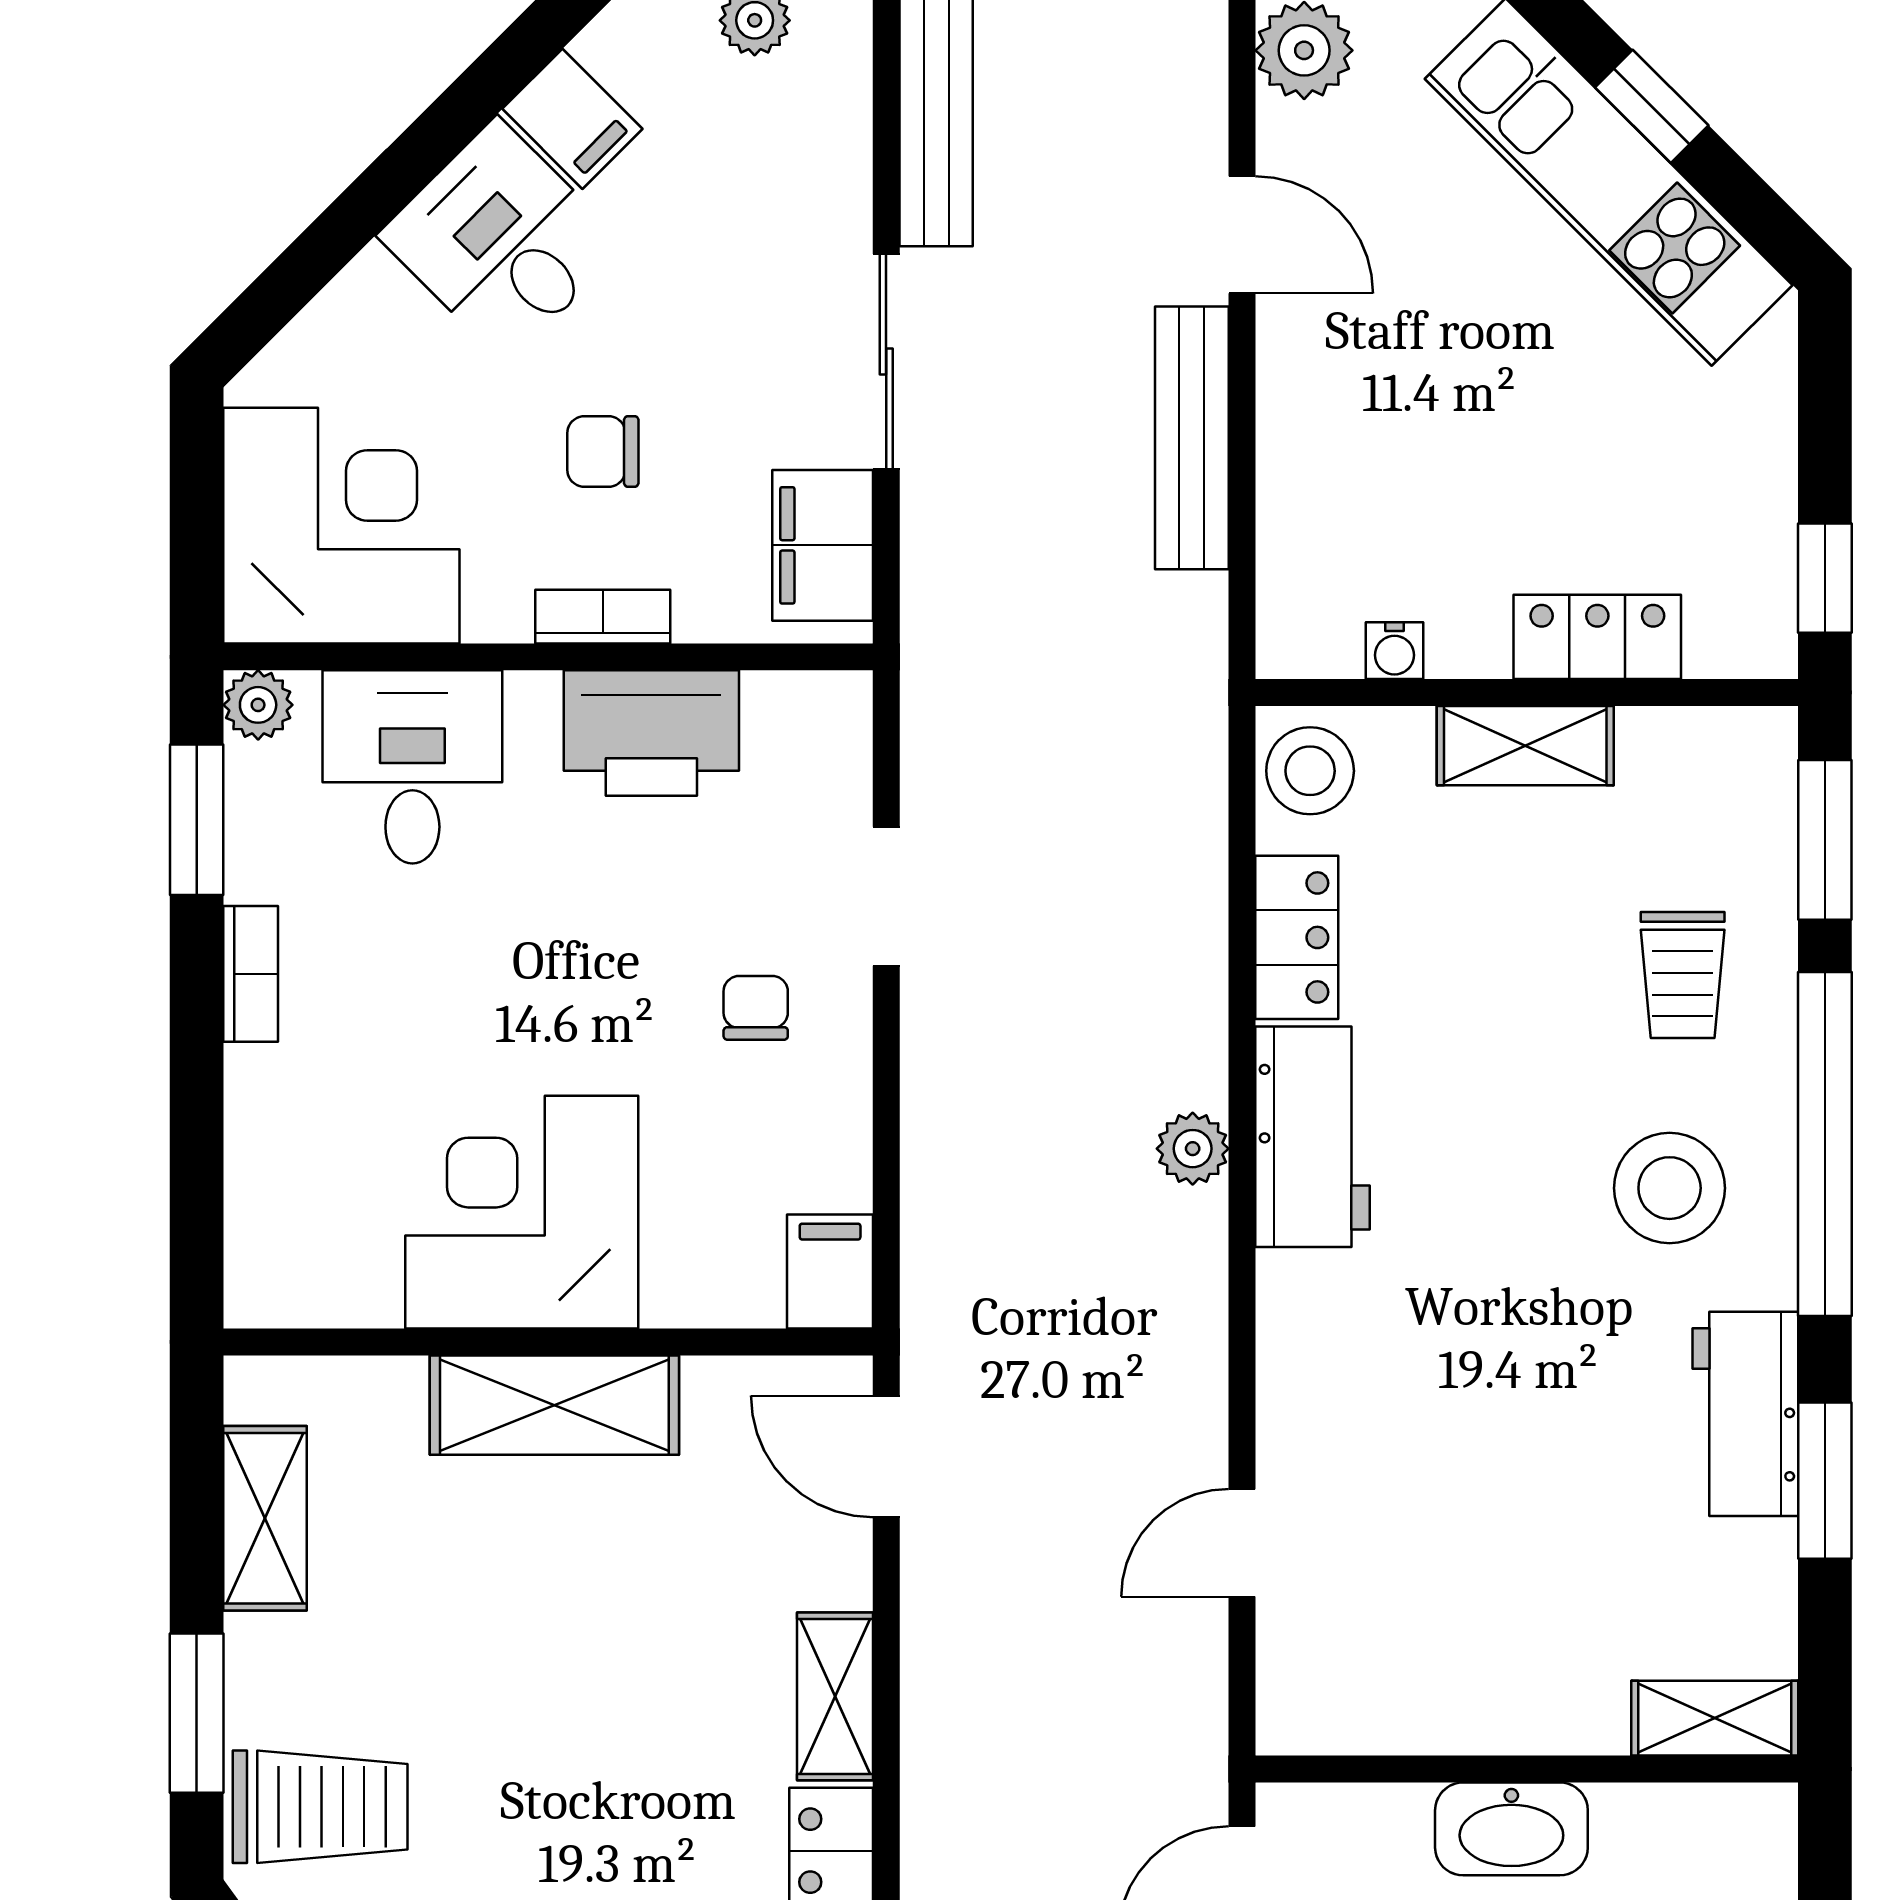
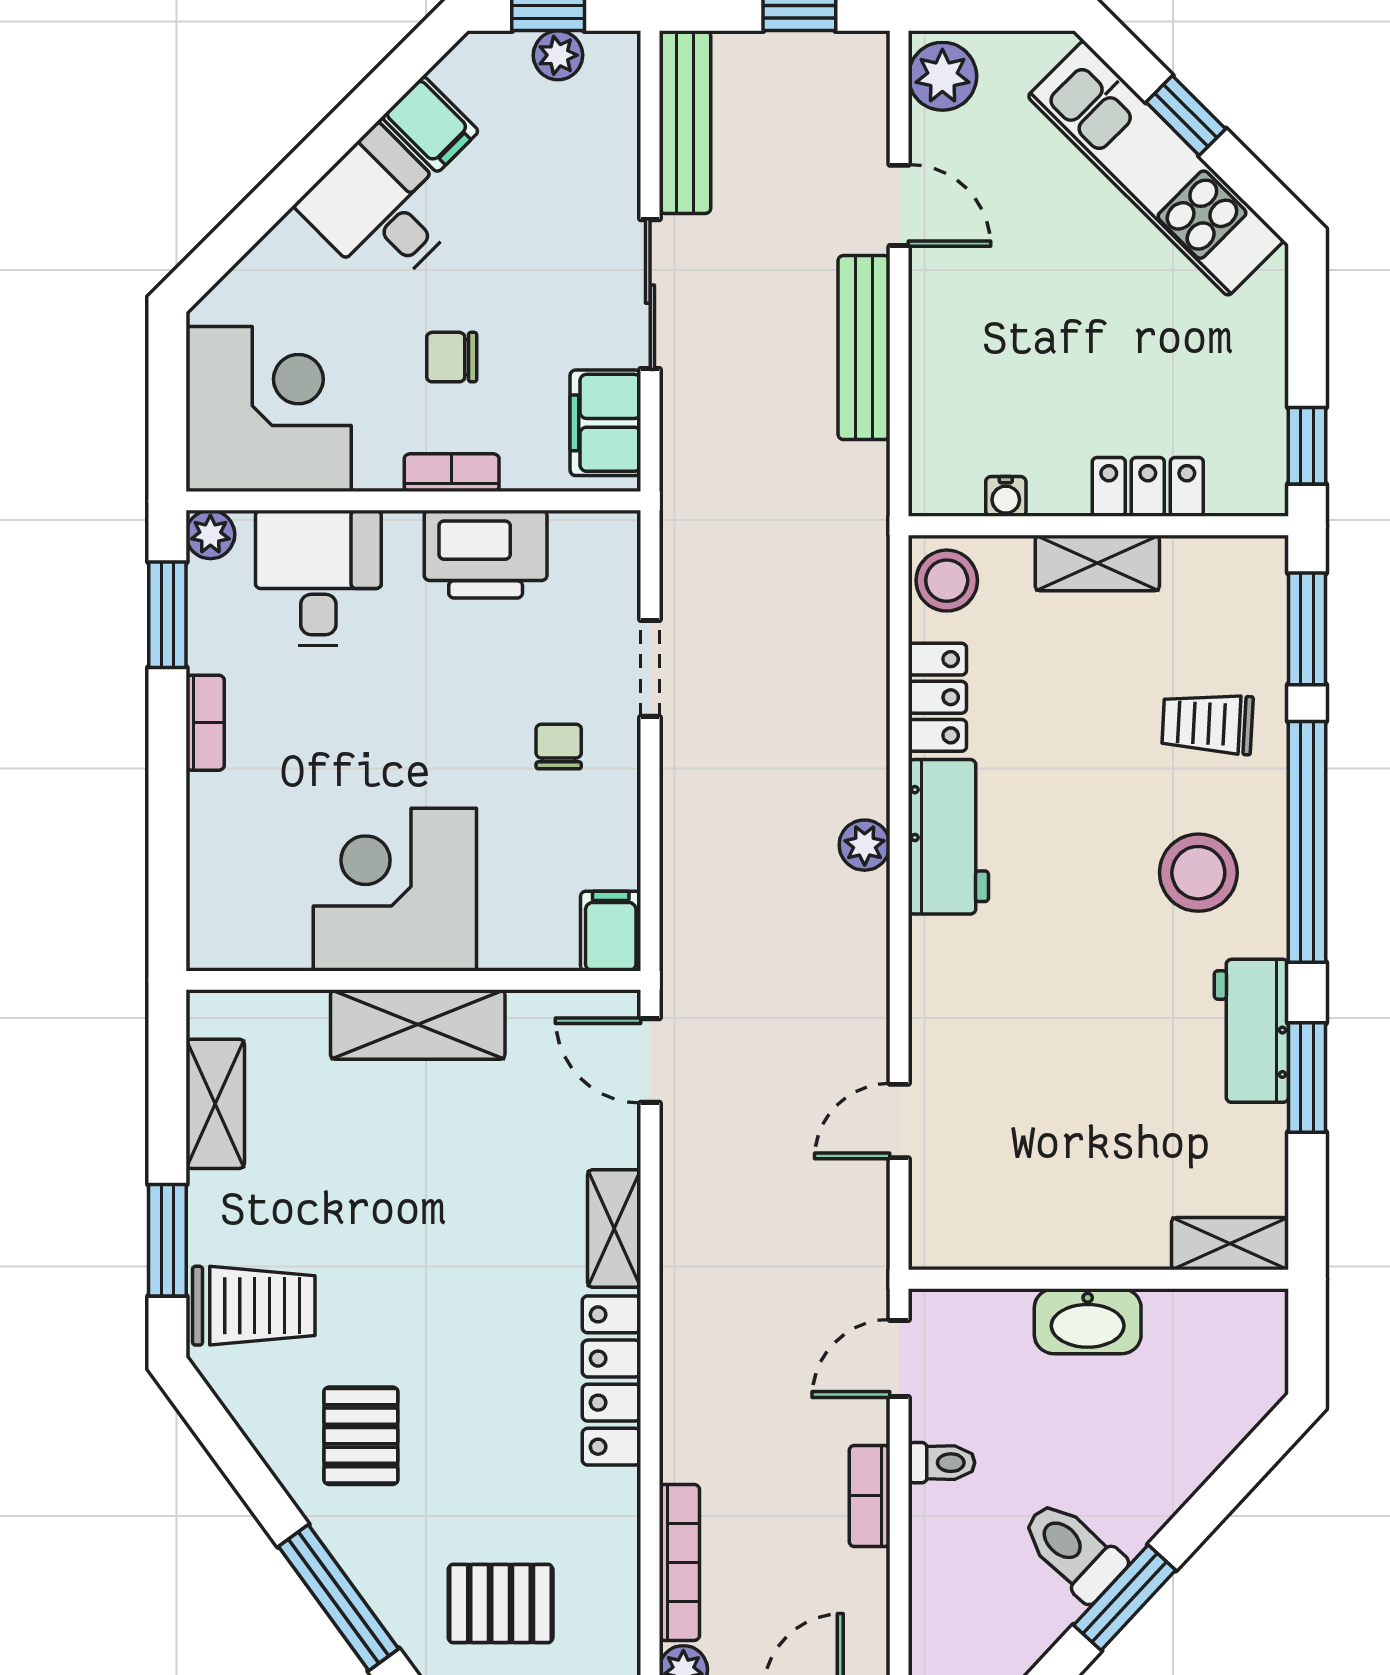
trolley: (1683, 975) -> (1207, 724), turned 93

